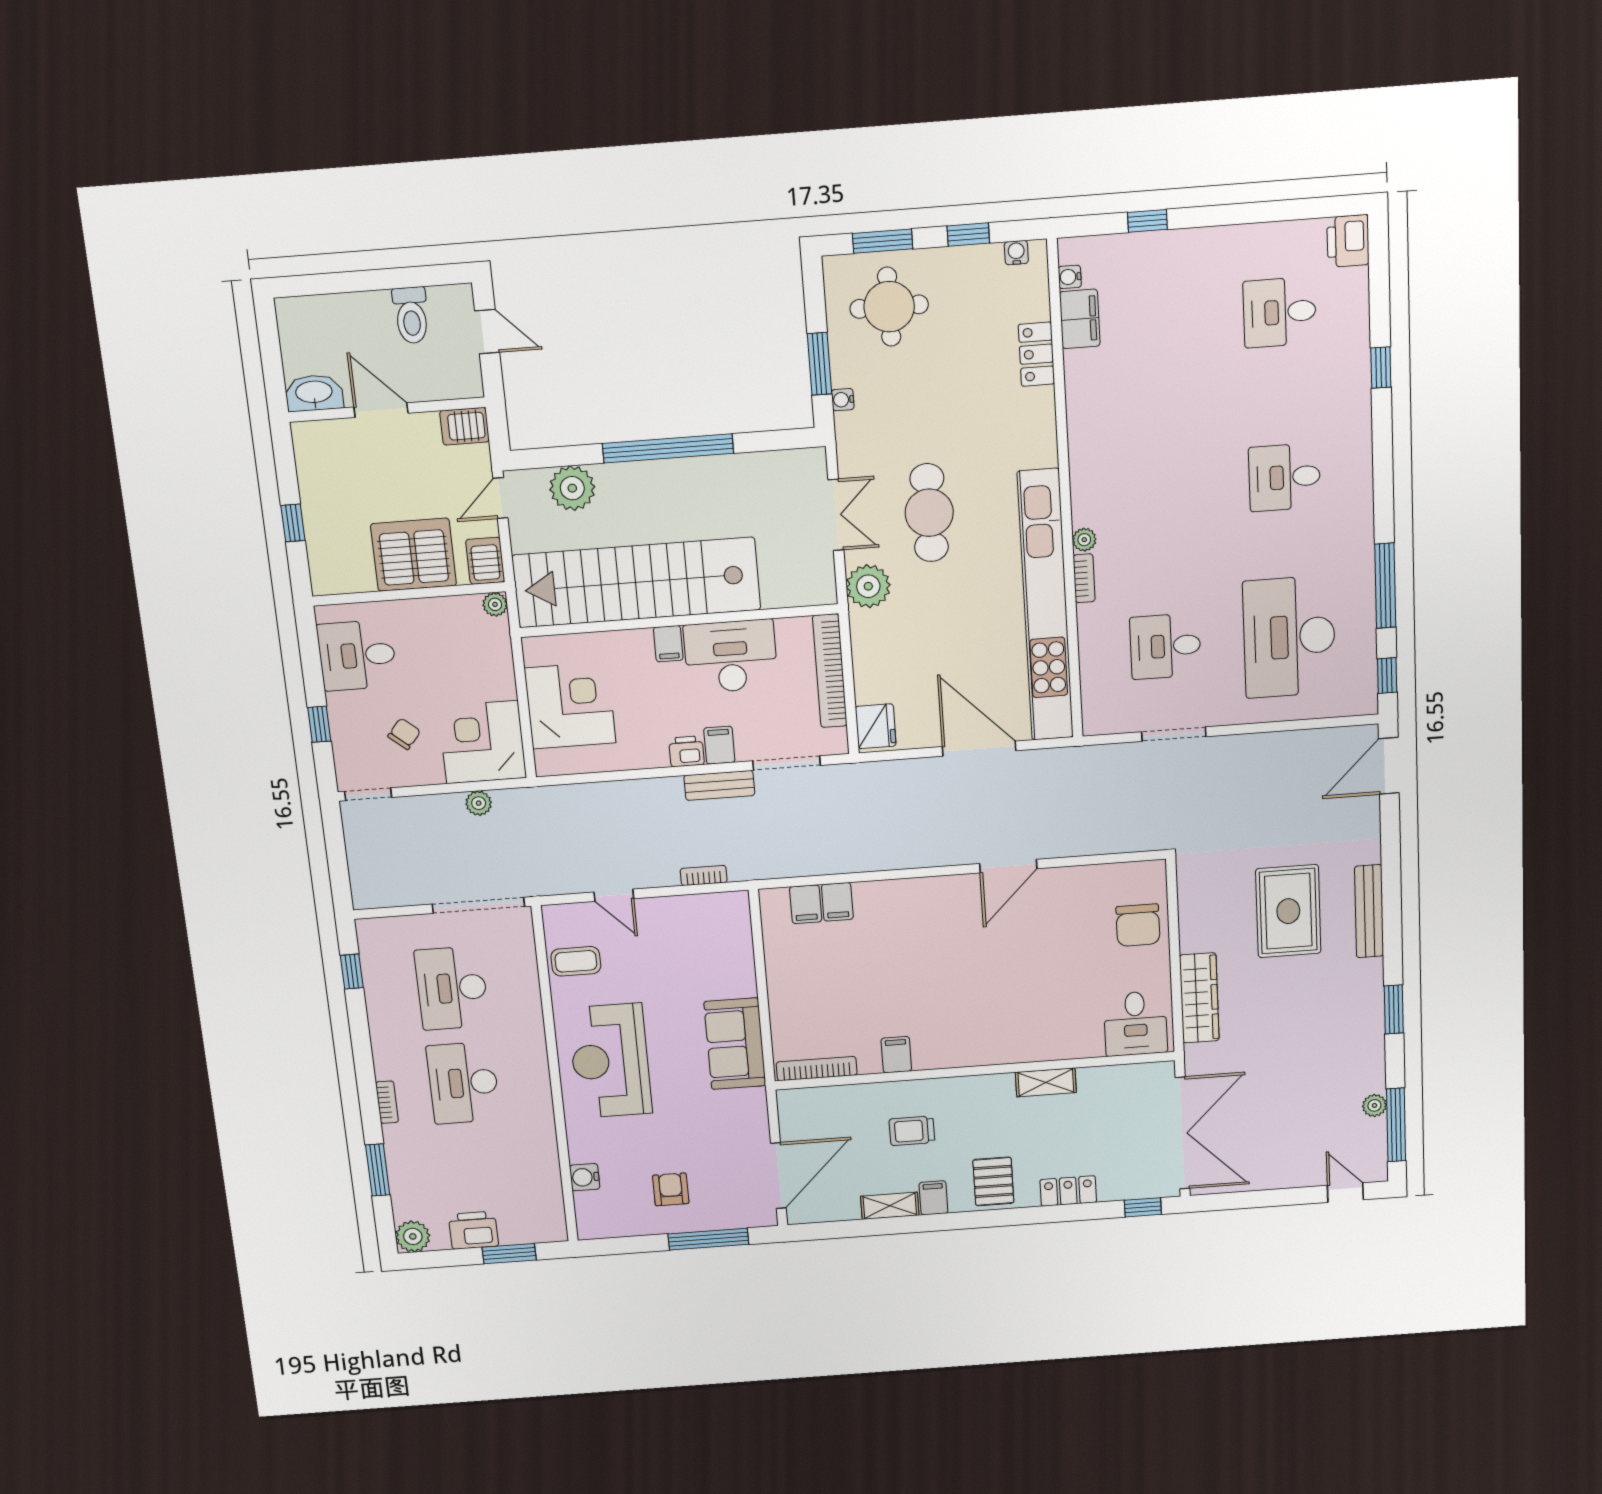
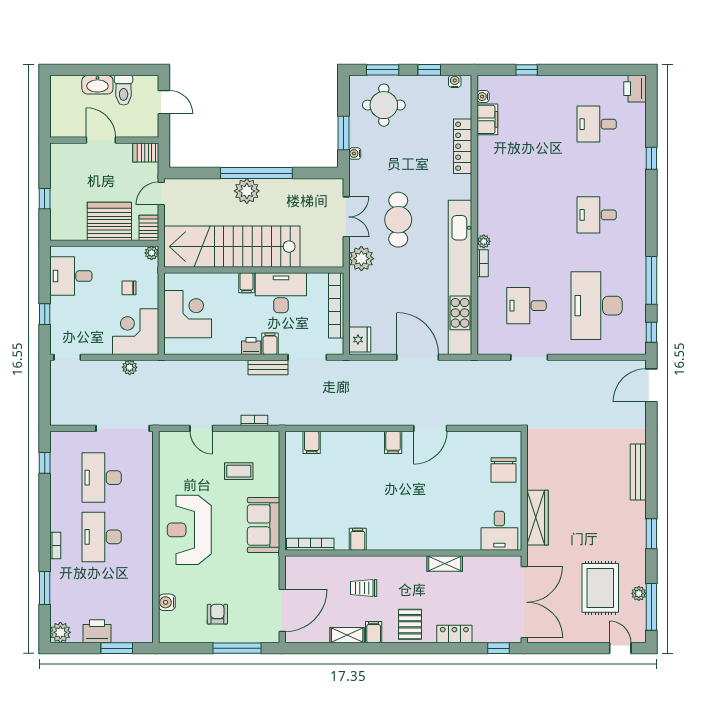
locker: (1036, 354) -> (463, 146), width x1.53
washbasin: (314, 393) -> (97, 85), moved, turned 180
plant: (572, 488) -> (247, 191), moved
chair: (404, 734) -> (129, 288), moved, turned -130
filing cabinet: (837, 902) -> (393, 442), moved
rug: (1288, 911) -> (600, 588), moved
coffee table: (576, 961) -> (239, 471), moved

